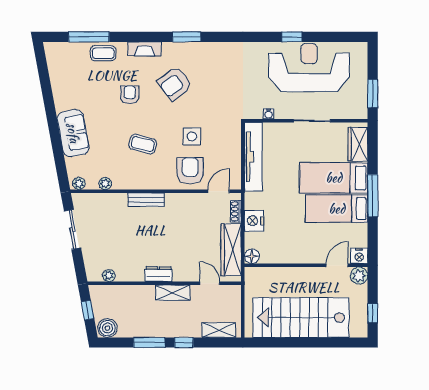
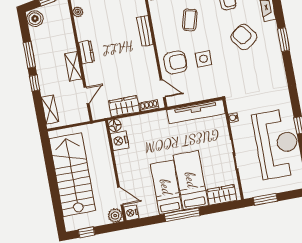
nightstand: (254, 221) -> (120, 141), moved, turned -90
wardrobe: (231, 250) -> (124, 106), width x0.67

